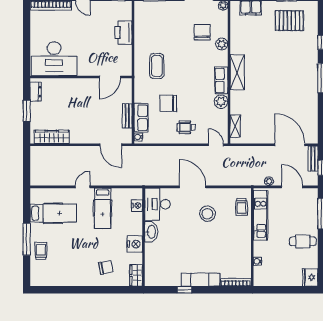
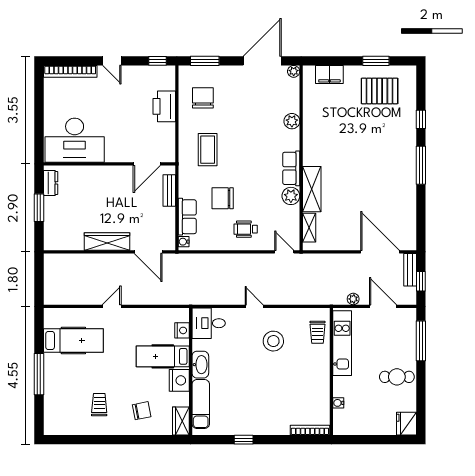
chair: (202, 32) -> (203, 98), moved
shelving: (237, 72) -> (312, 189), moved
bench: (127, 116) -> (169, 190), moved
wardrobe: (52, 137) -> (107, 241), moved
door: (193, 187) -> (254, 306), width x0.53
desk: (158, 204) -> (209, 323), width x0.73
hospital bed: (103, 208) -> (163, 356), moved, turned 90
trolley: (41, 251) -> (99, 405), moved
exam couch: (201, 280) -> (201, 404), moved, turned 90

